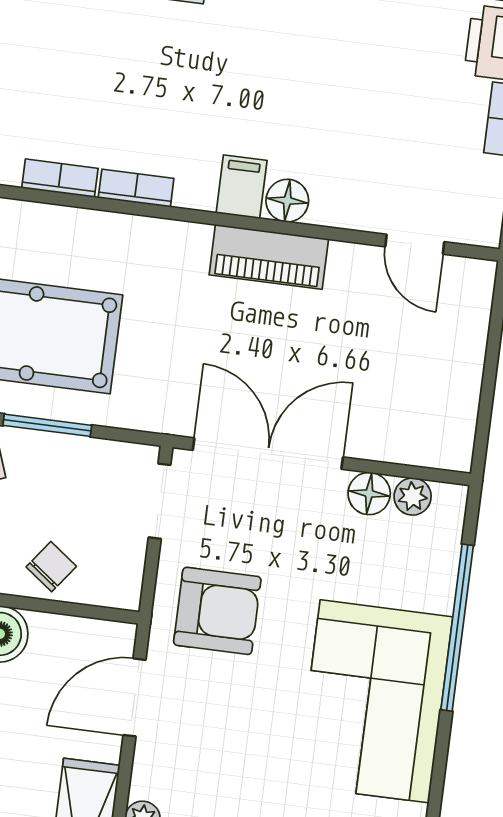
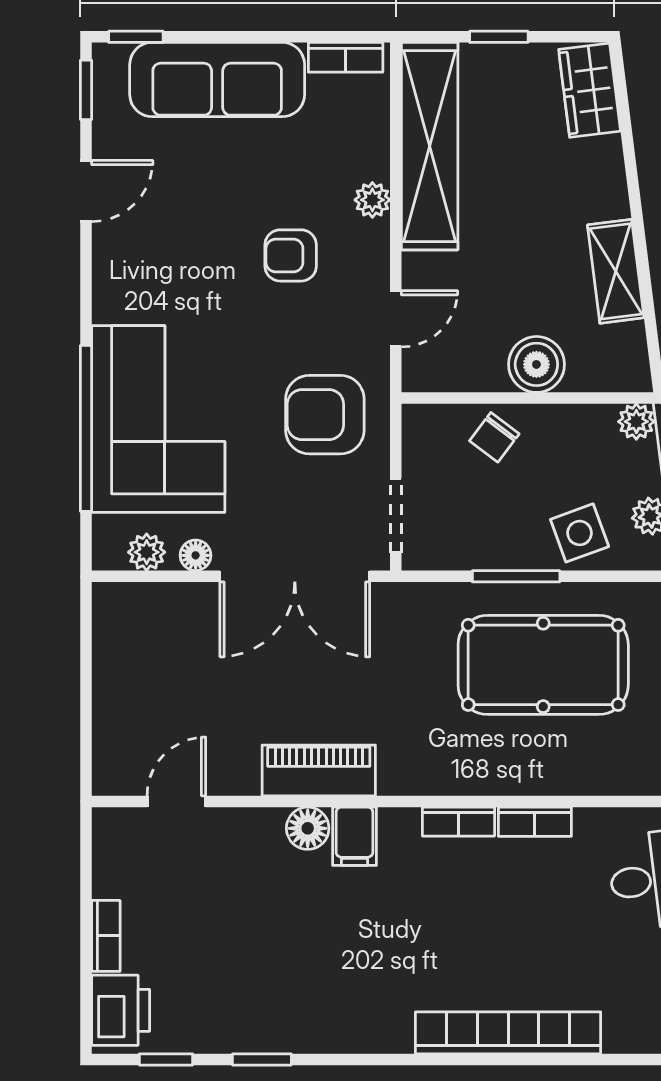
door: (415, 244) -> (176, 801), hinge flipped
floor lamp: (369, 494) -> (196, 555), width x0.73, depth x0.73
door: (134, 697) -> (396, 319), width x0.73
corner sofa: (375, 701) -> (158, 419), moved
armchair: (231, 774) -> (291, 255), added

